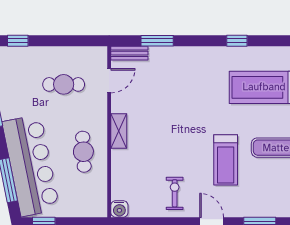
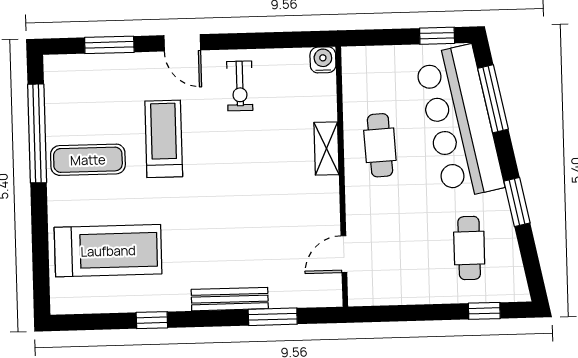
bench: (129, 53) -> (230, 299), moved, width x1.36
cafe table: (64, 84) -> (469, 248), moved, turned 90
shelving: (119, 131) -> (326, 148), moved

